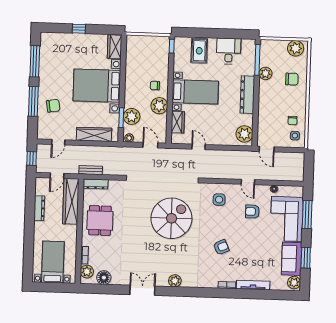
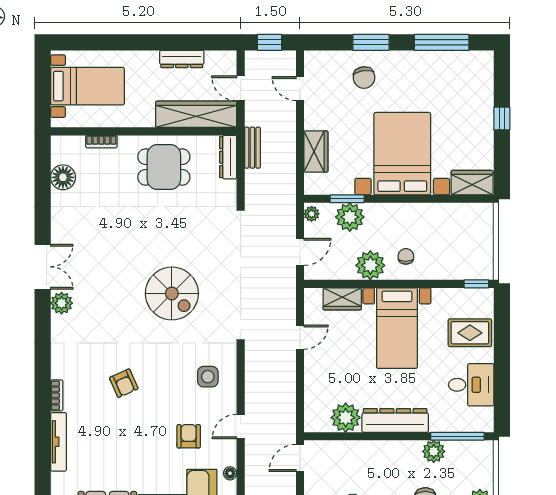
window: (33, 101) -> (371, 42), width x0.69
wardrobe: (94, 134) -> (316, 151), width x0.67
plant: (244, 134) -> (346, 418), moved
spiral stairs: (171, 218) -> (172, 293), width x0.73, depth x0.73
plant: (87, 272) -> (73, 147), removed
double door: (142, 290) -> (43, 267), moved

